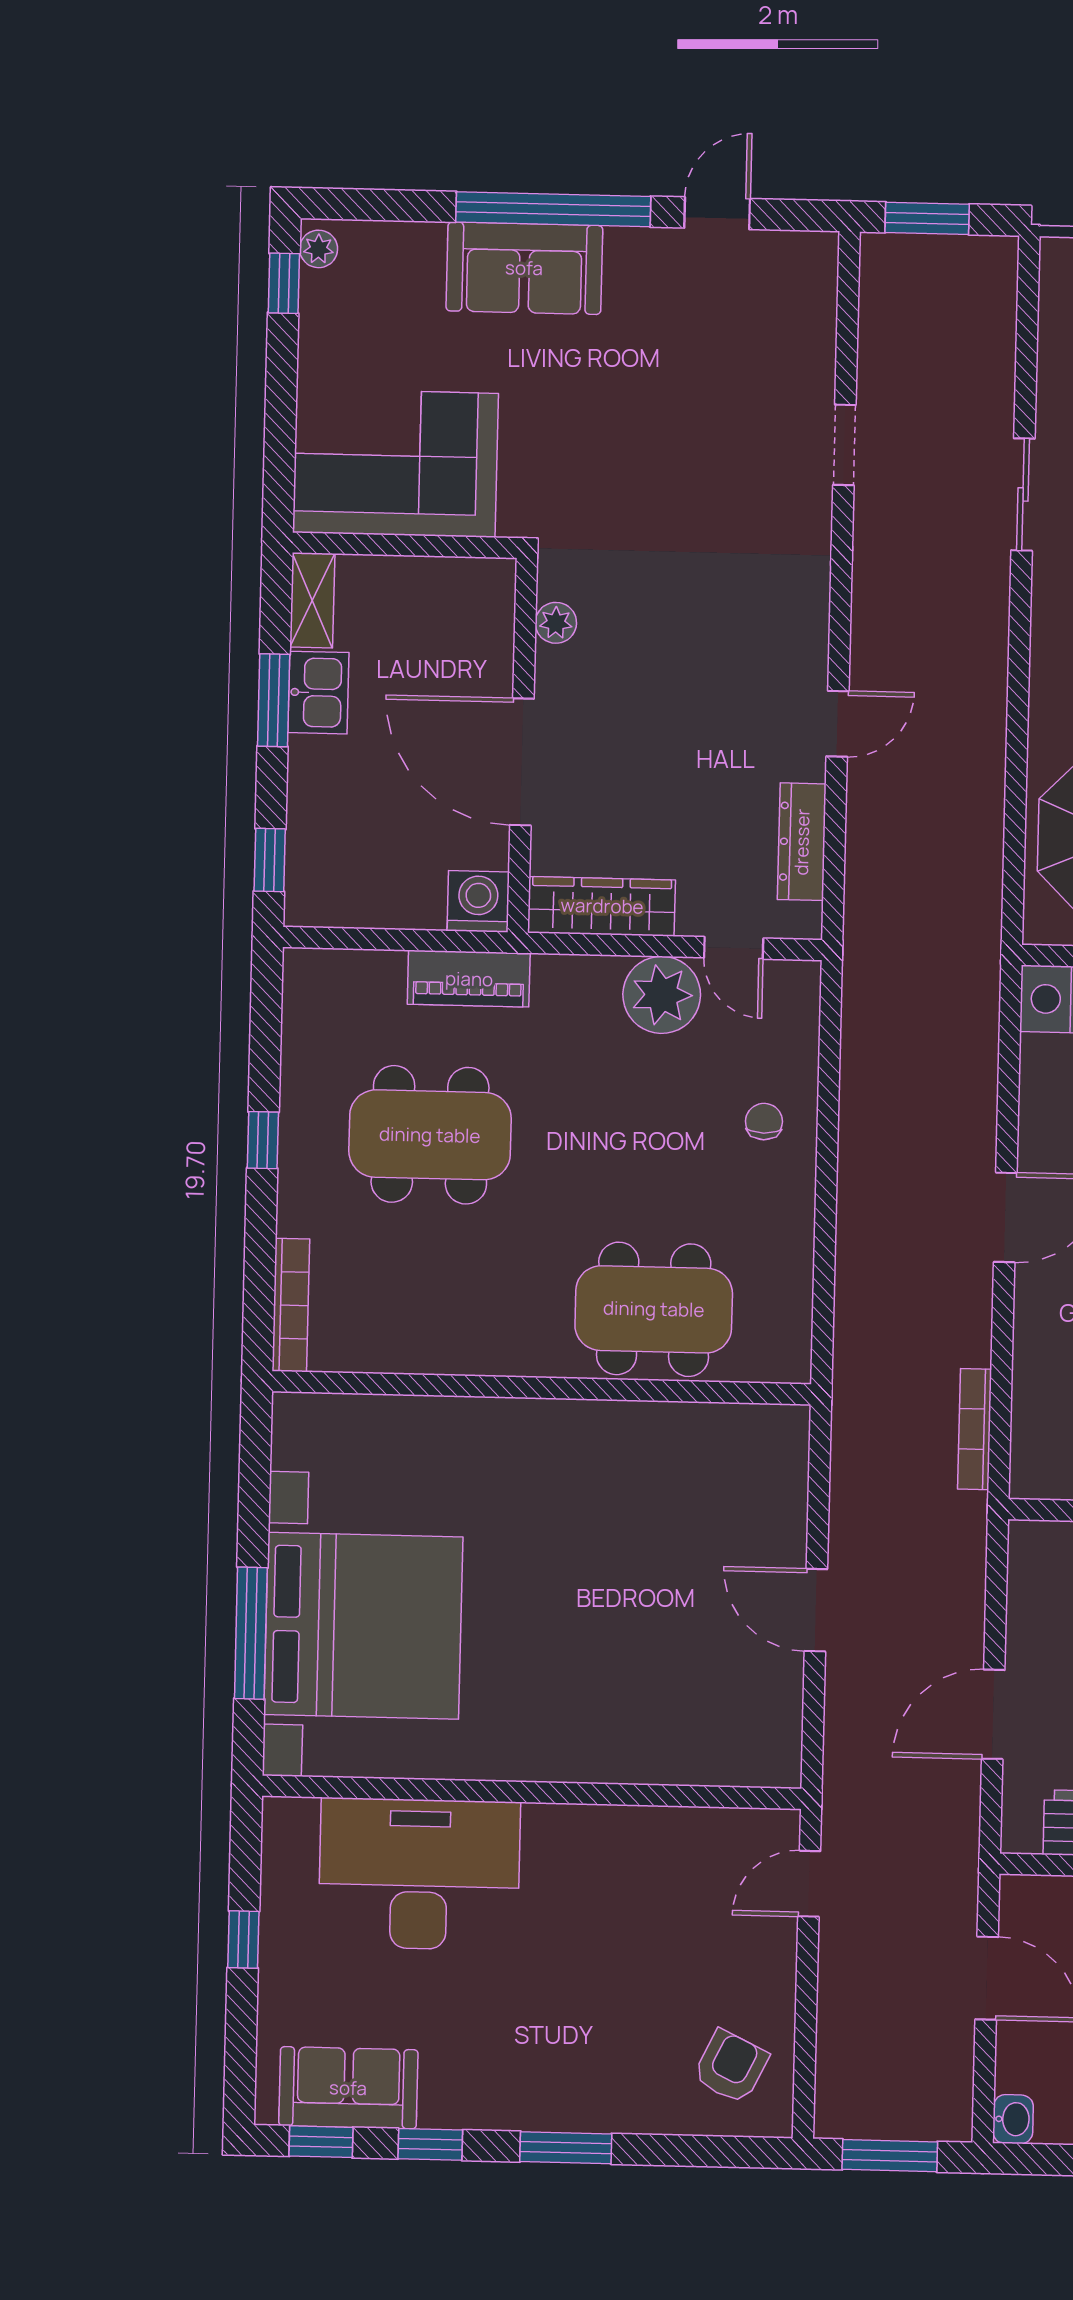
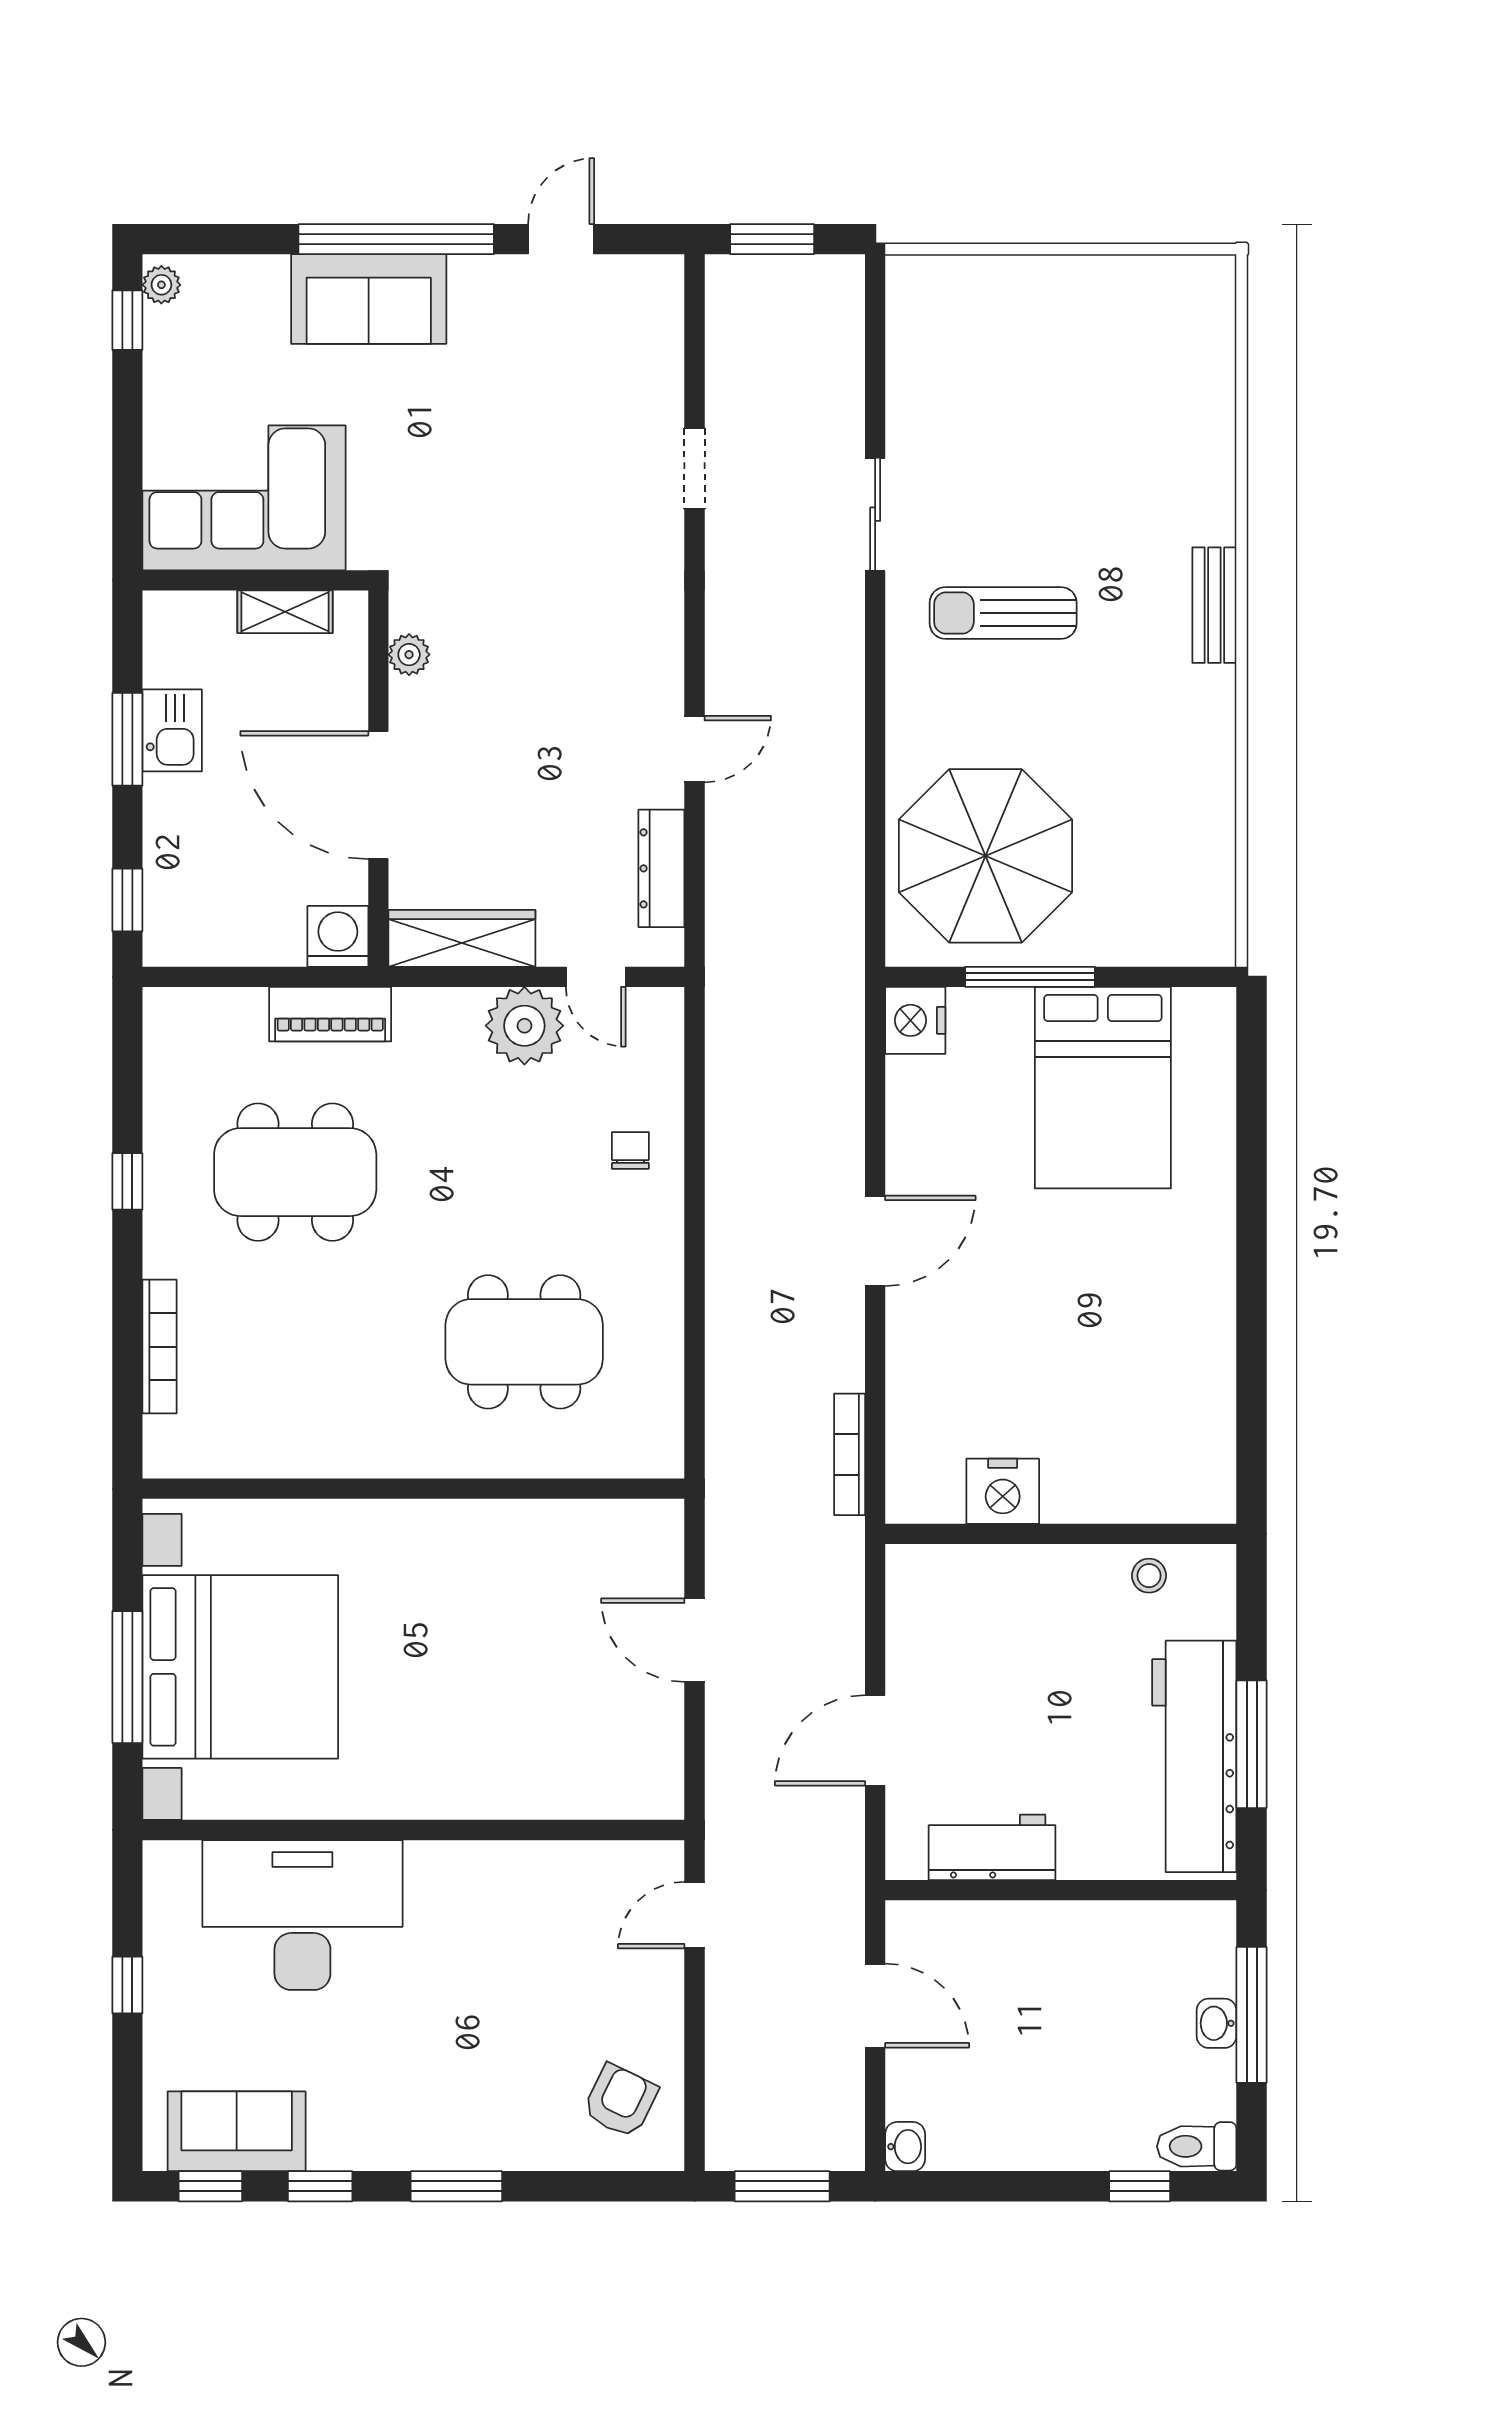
shelving: (312, 600) -> (285, 612), moved, turned 90
wall: (542, 1388) -> (413, 1489), moved

